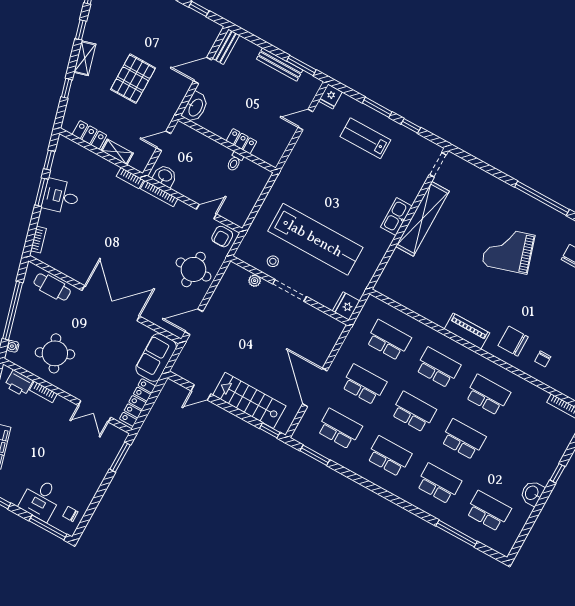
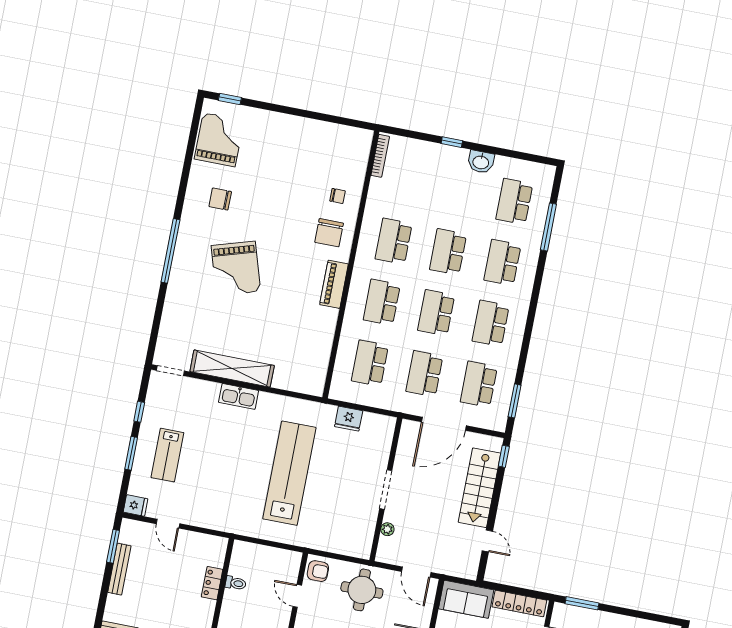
stool: (273, 261) -> (327, 510), removed
plant: (255, 281) -> (387, 529), moved
doorway: (290, 290) -> (386, 490), moved
wall: (290, 290) -> (386, 489), moved

